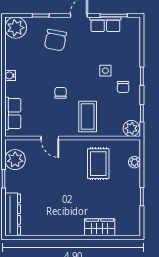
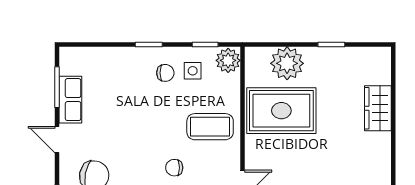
side table: (105, 71) -> (193, 71), moved
plant: (135, 162) -> (287, 63), width x1.88, depth x1.88
rug: (98, 164) -> (281, 111), width x1.36, depth x1.43

